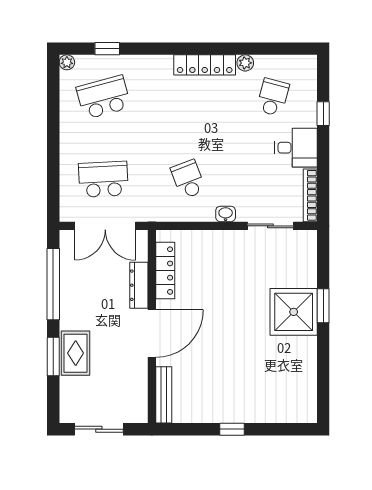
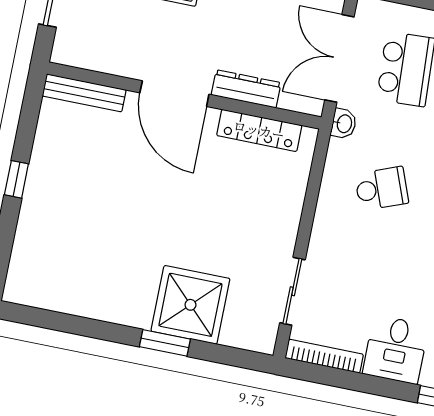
washbasin: (226, 214) -> (344, 124), moved
shower: (294, 312) -> (190, 305), moved

